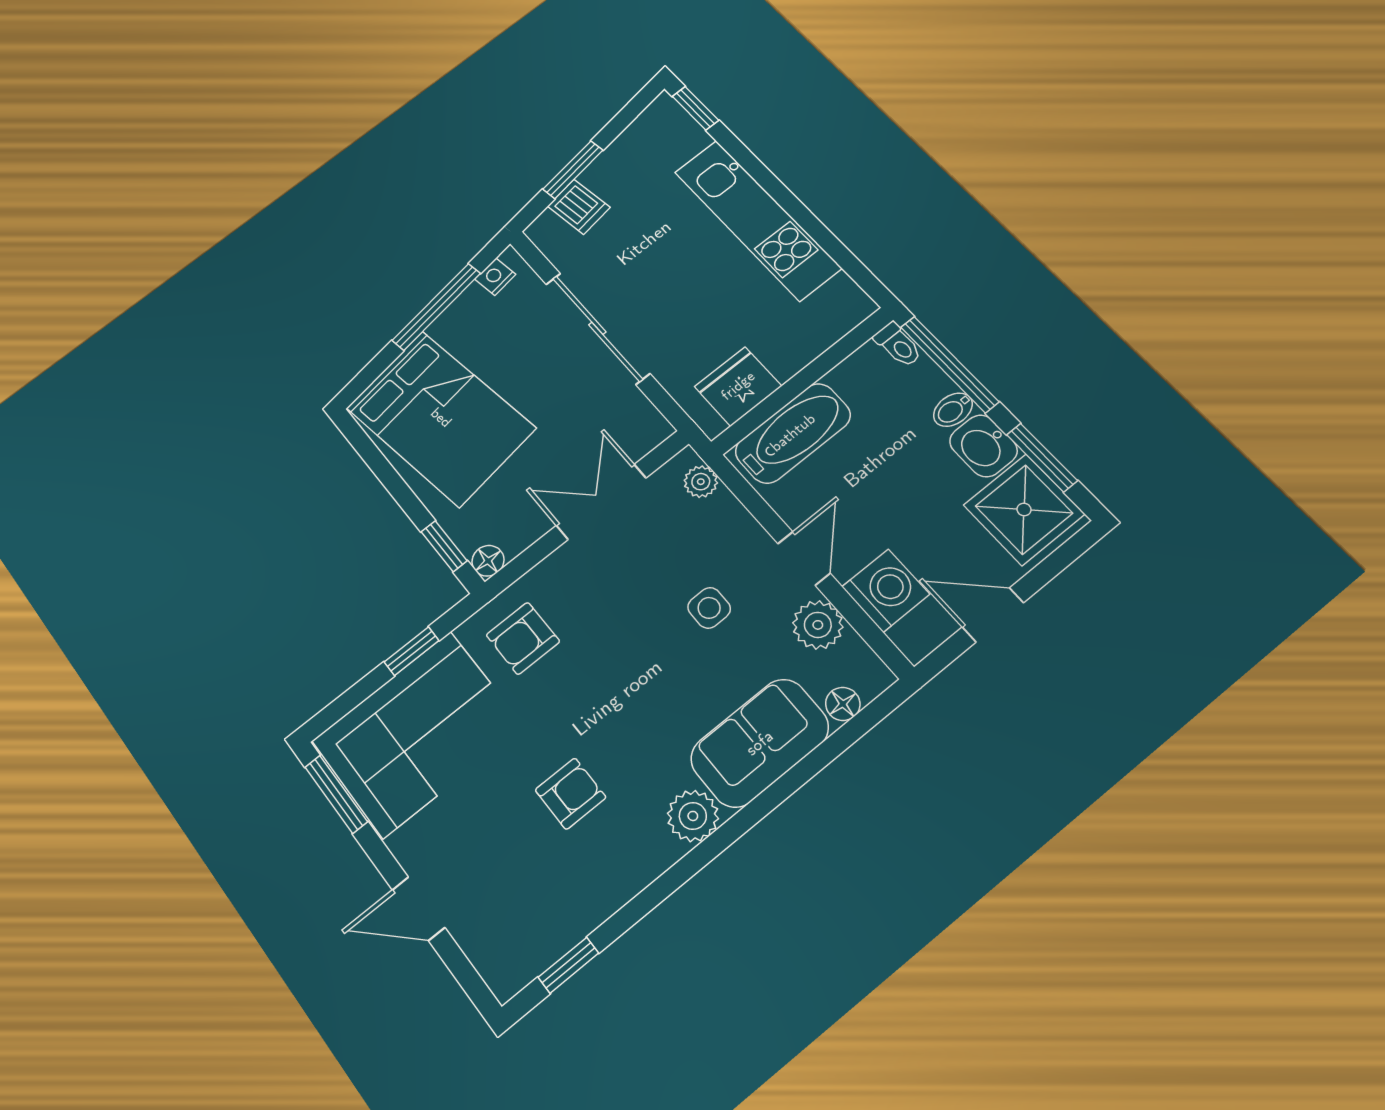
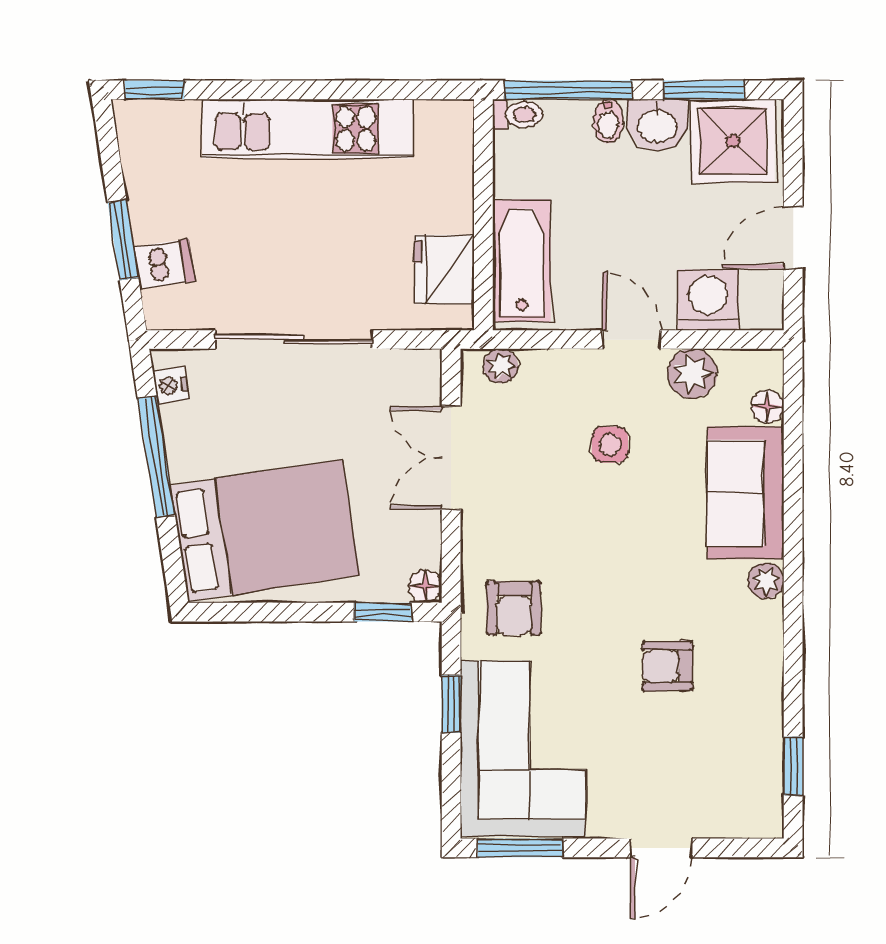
armchair: (571, 794) -> (667, 666), turned -91
plant: (693, 816) -> (766, 581), width x0.73, depth x0.73

